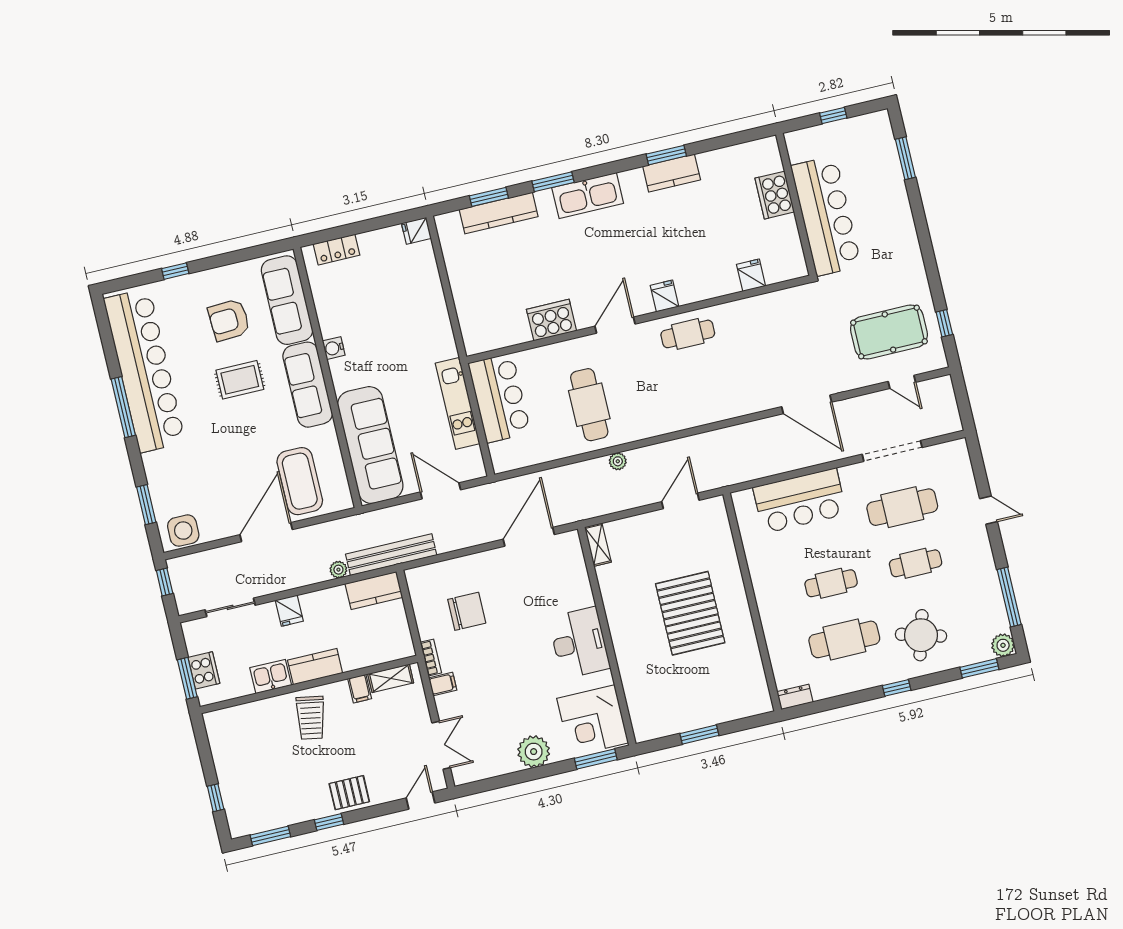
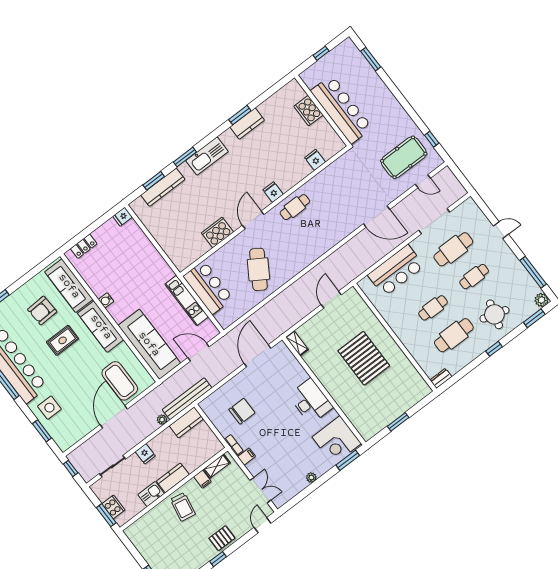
cafe table: (589, 405) -> (258, 269), turned 32
plant: (618, 461) -> (288, 293), removed
side table: (183, 531) -> (49, 408), moved
plant: (534, 752) -> (311, 478), width x0.53, depth x0.53

